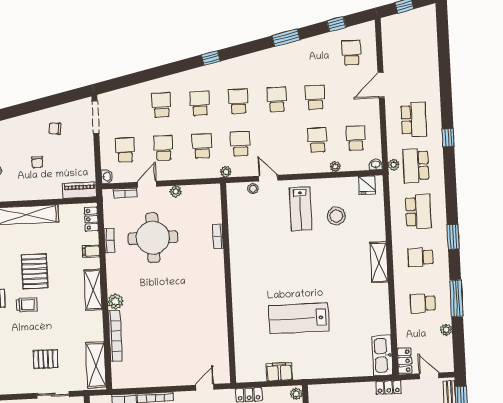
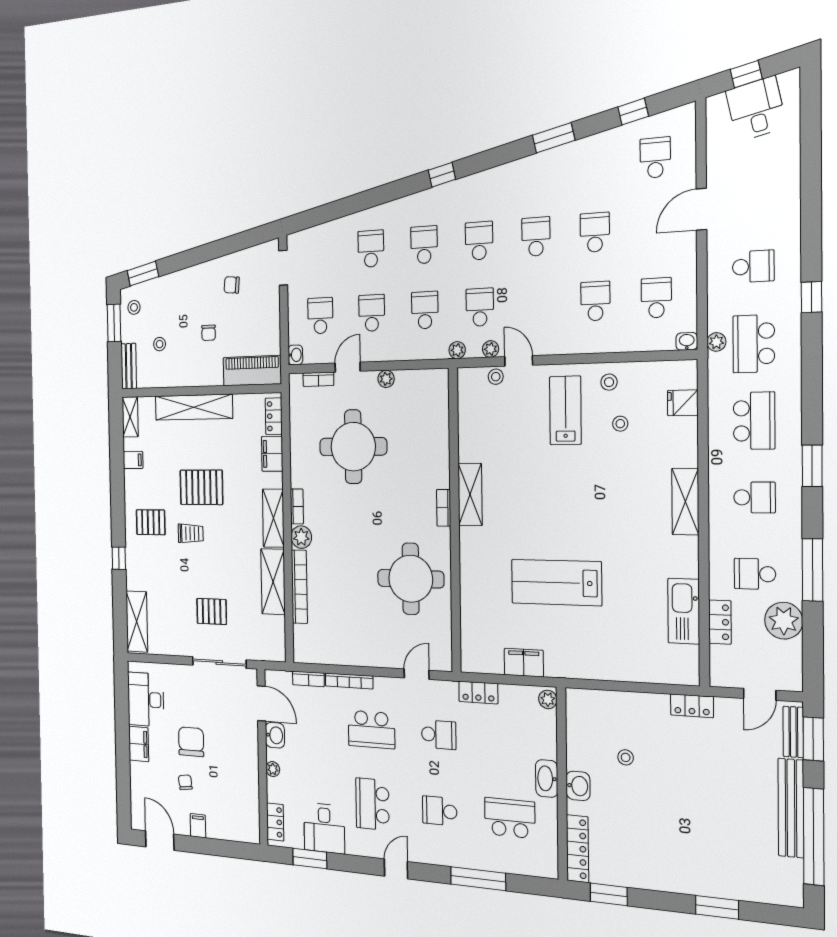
desk: (411, 26) -> (756, 109), added
doorway: (95, 117) -> (283, 268), width x0.73
school desk: (414, 120) -> (753, 266), width x0.54
plant: (335, 166) -> (491, 349), moved
fridge: (367, 185) -> (683, 403), moved, turned 90
piano: (79, 190) -> (252, 371), width x1.37, depth x1.33
stool: (328, 190) -> (609, 382), added
lab bench: (301, 209) -> (565, 410), turned 180
stool: (336, 216) -> (620, 424), width x0.53, depth x0.53
bookcase: (218, 236) -> (444, 508), moved
bookcase: (109, 241) -> (297, 506), moved
filing cabinet: (91, 251) -> (272, 454), width x2.00
school desk: (421, 257) -> (755, 497), turned 180
shelving: (238, 265) -> (470, 494), added
pallet: (35, 271) -> (201, 487), turned 90
round table: (198, 324) -> (411, 579), added
plant: (446, 330) -> (784, 621), width x1.87, depth x1.87
kitchen sink: (382, 355) -> (684, 611), moved
locker: (405, 361) -> (720, 622), moved
shelving: (96, 365) -> (273, 582), moved
door: (429, 376) -> (760, 694), swing flipped
sliding door: (53, 395) -> (219, 662), width x1.37

